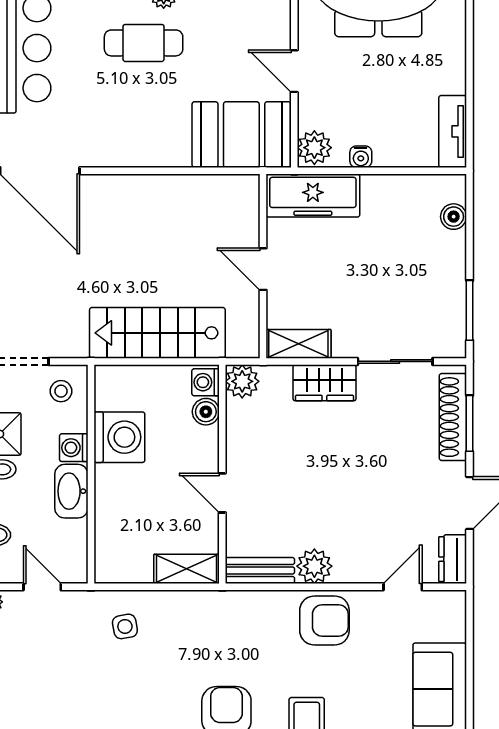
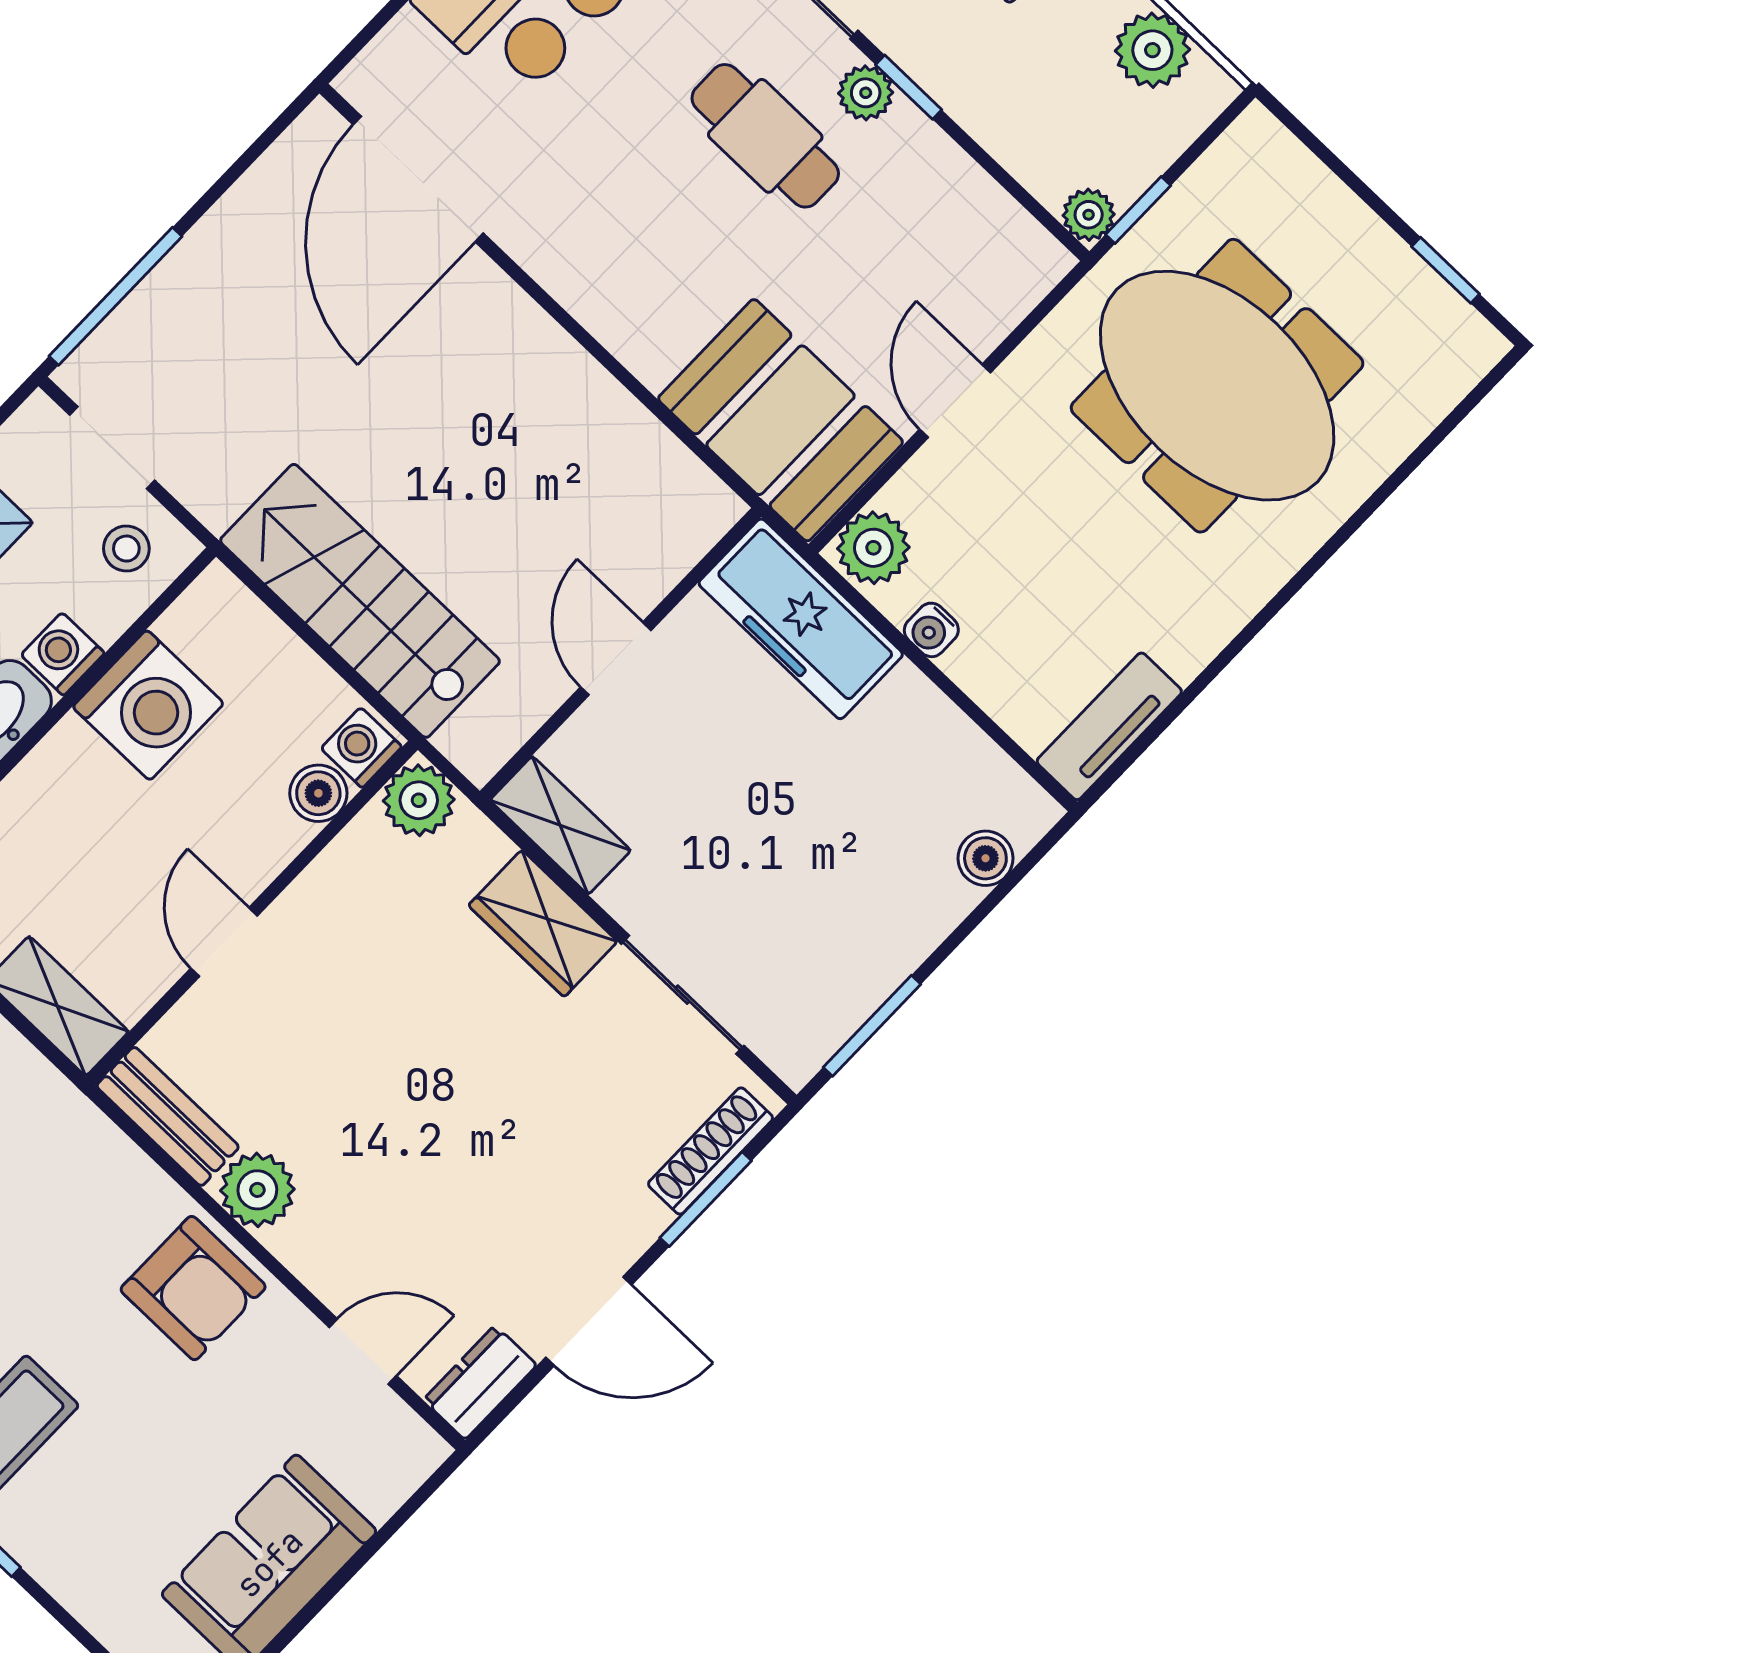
shoe rack: (453, 417) -> (711, 1151), width x0.74, depth x0.81

